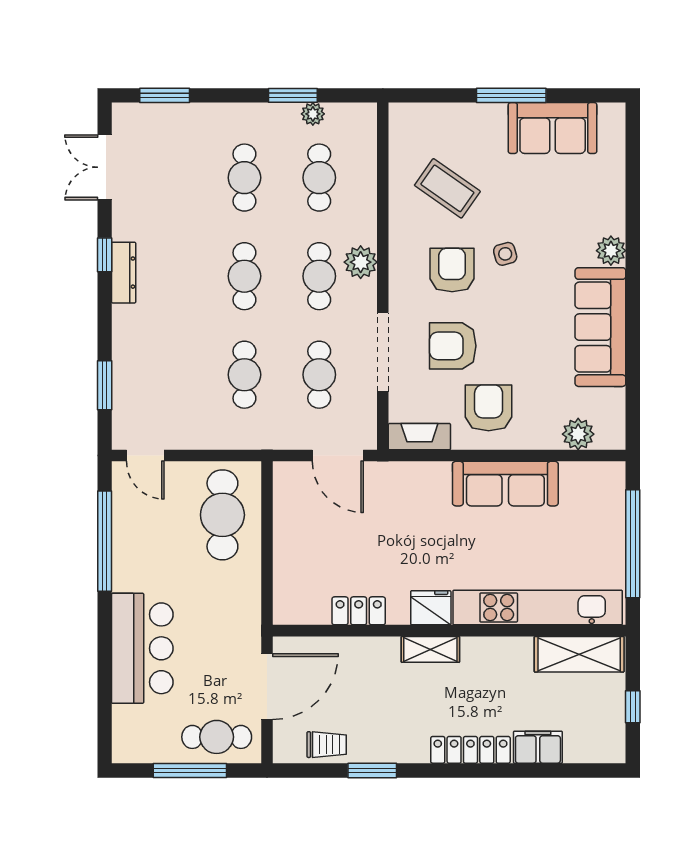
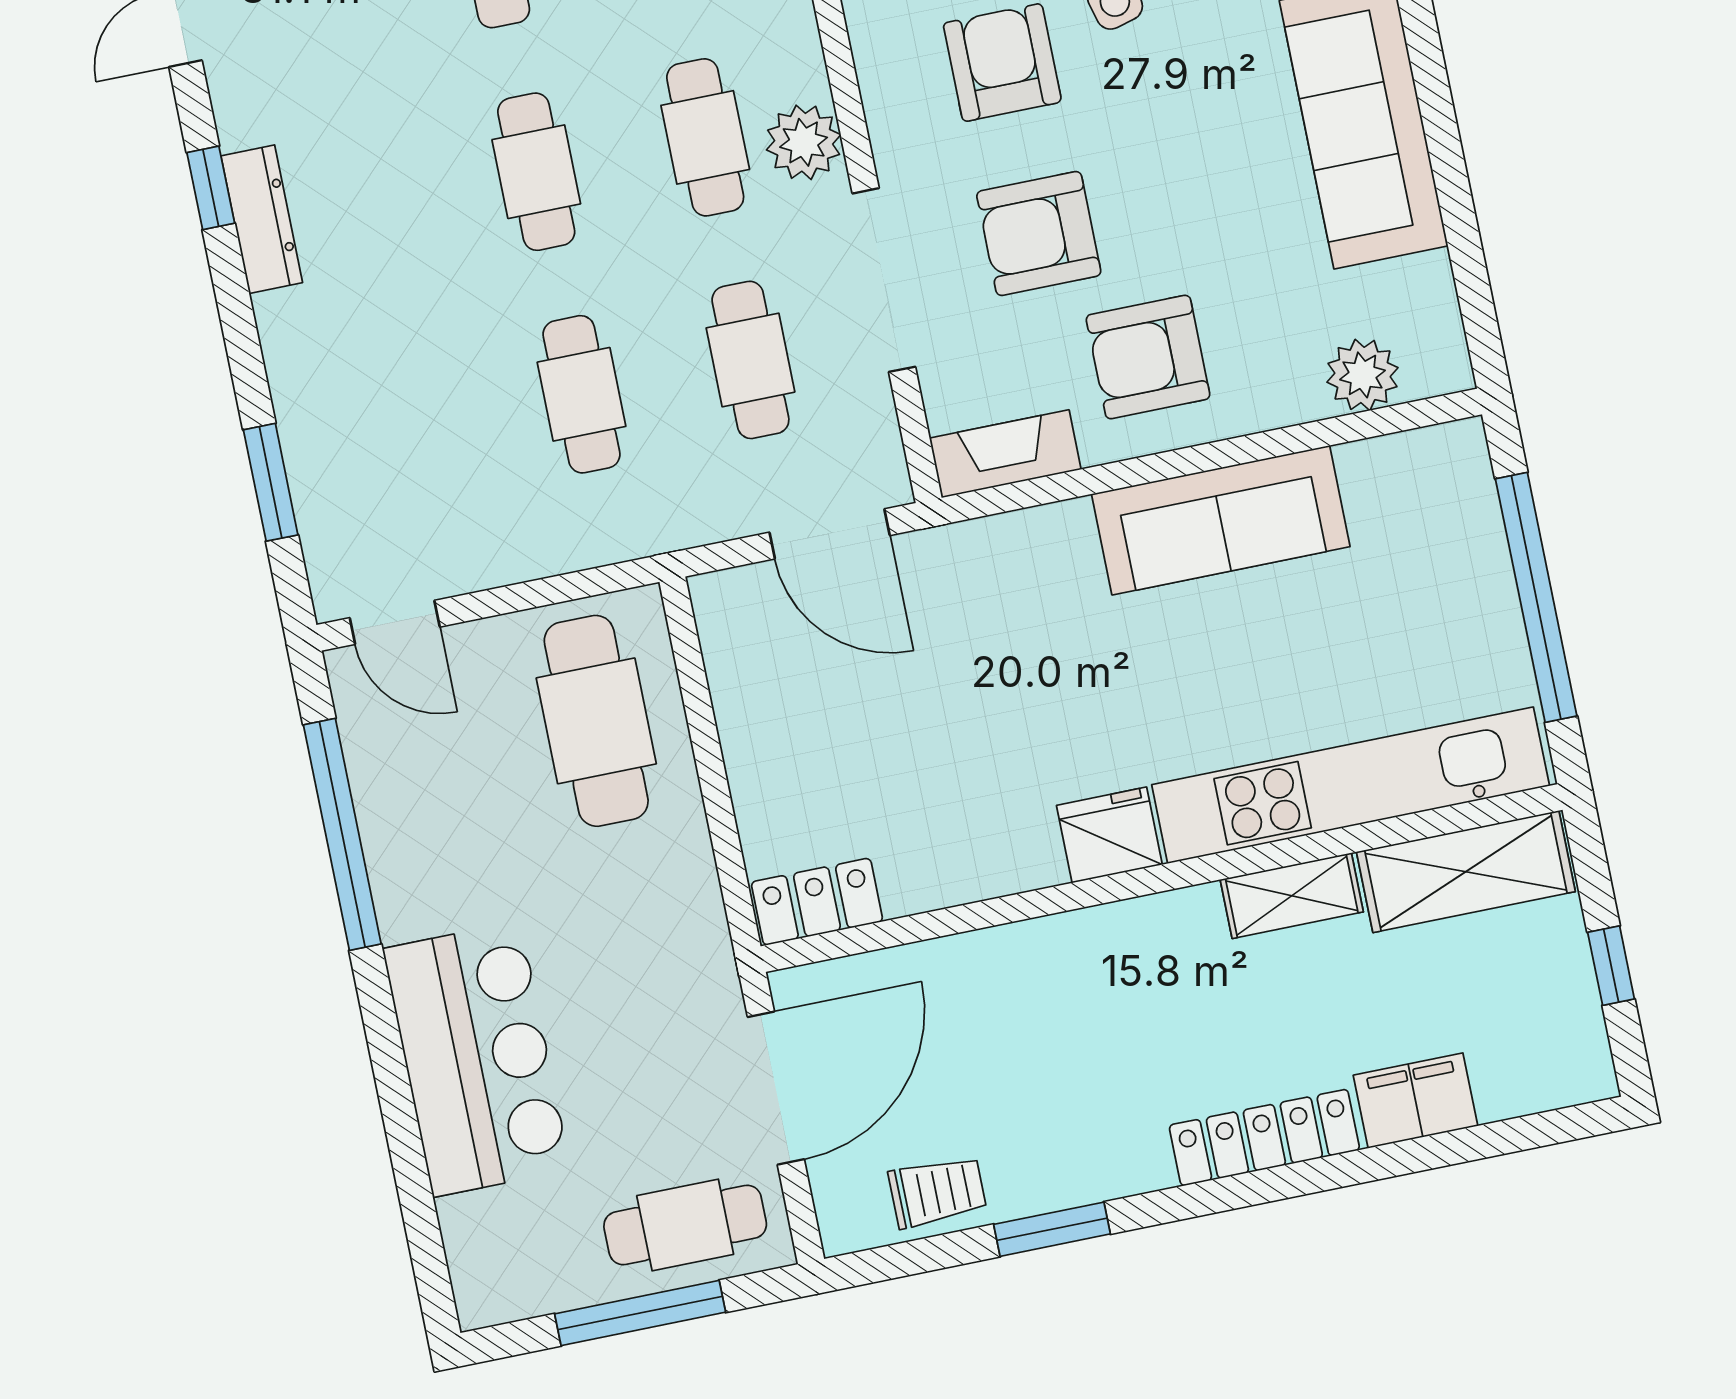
plant: (361, 262) -> (804, 142), moved
armchair: (489, 408) -> (1148, 357), turned -90
locker: (359, 611) -> (817, 902), moved
shelving: (430, 649) -> (1292, 896), moved

